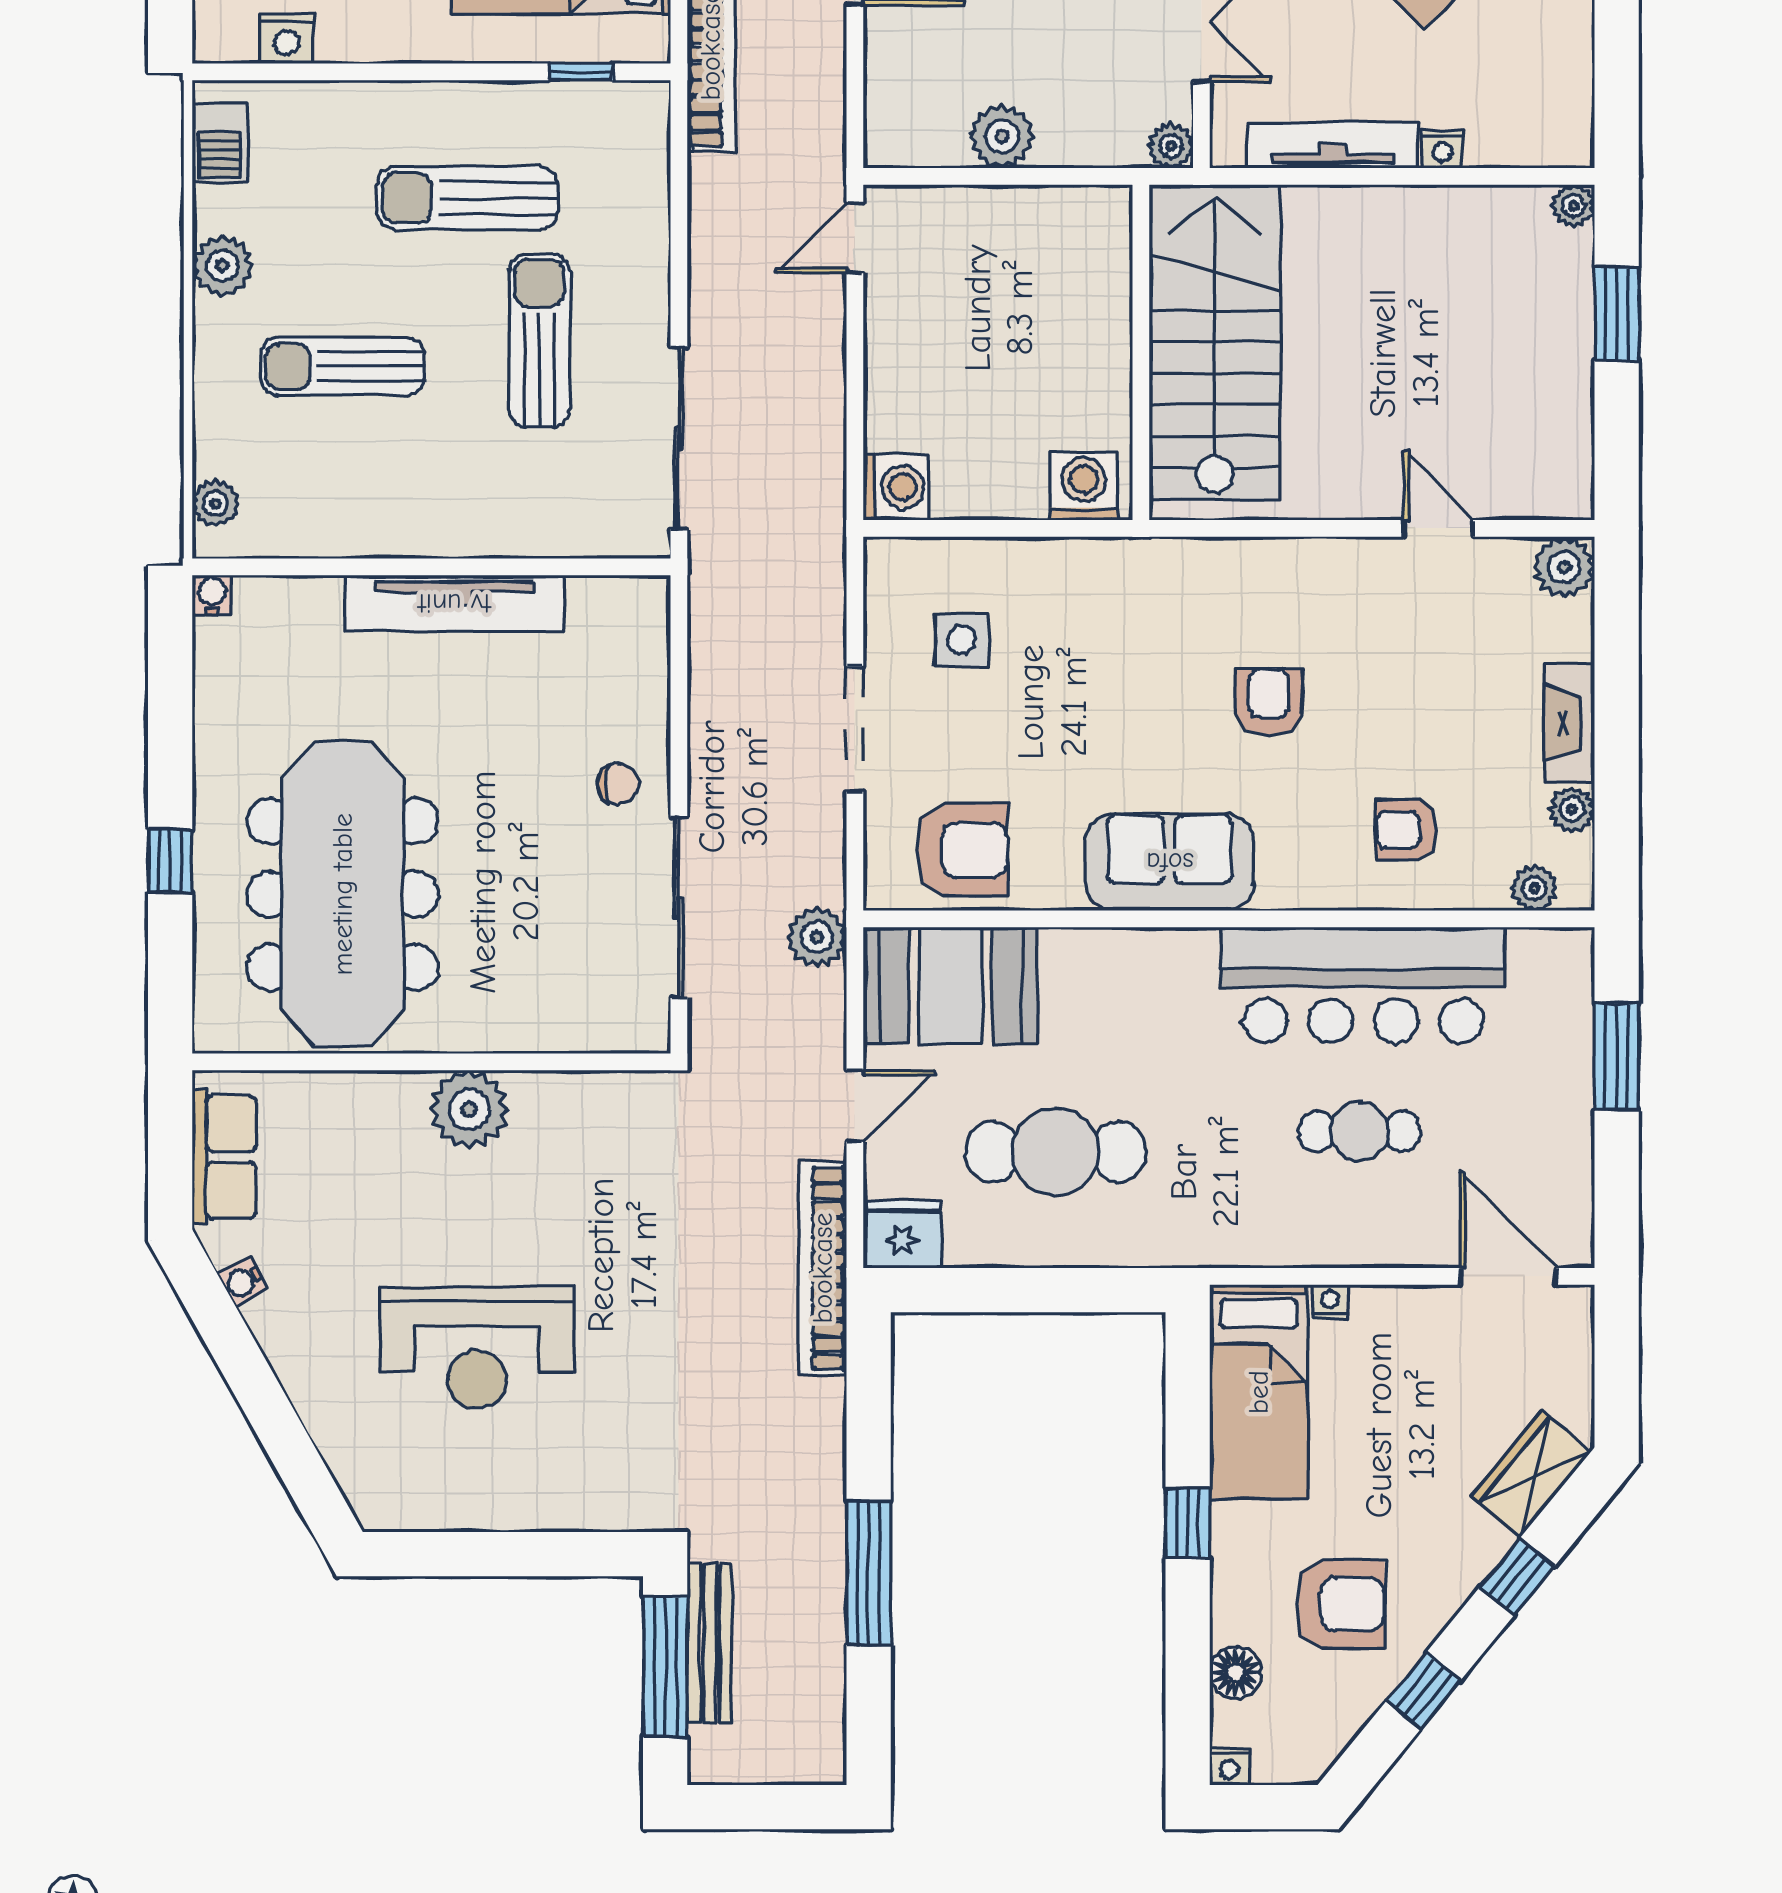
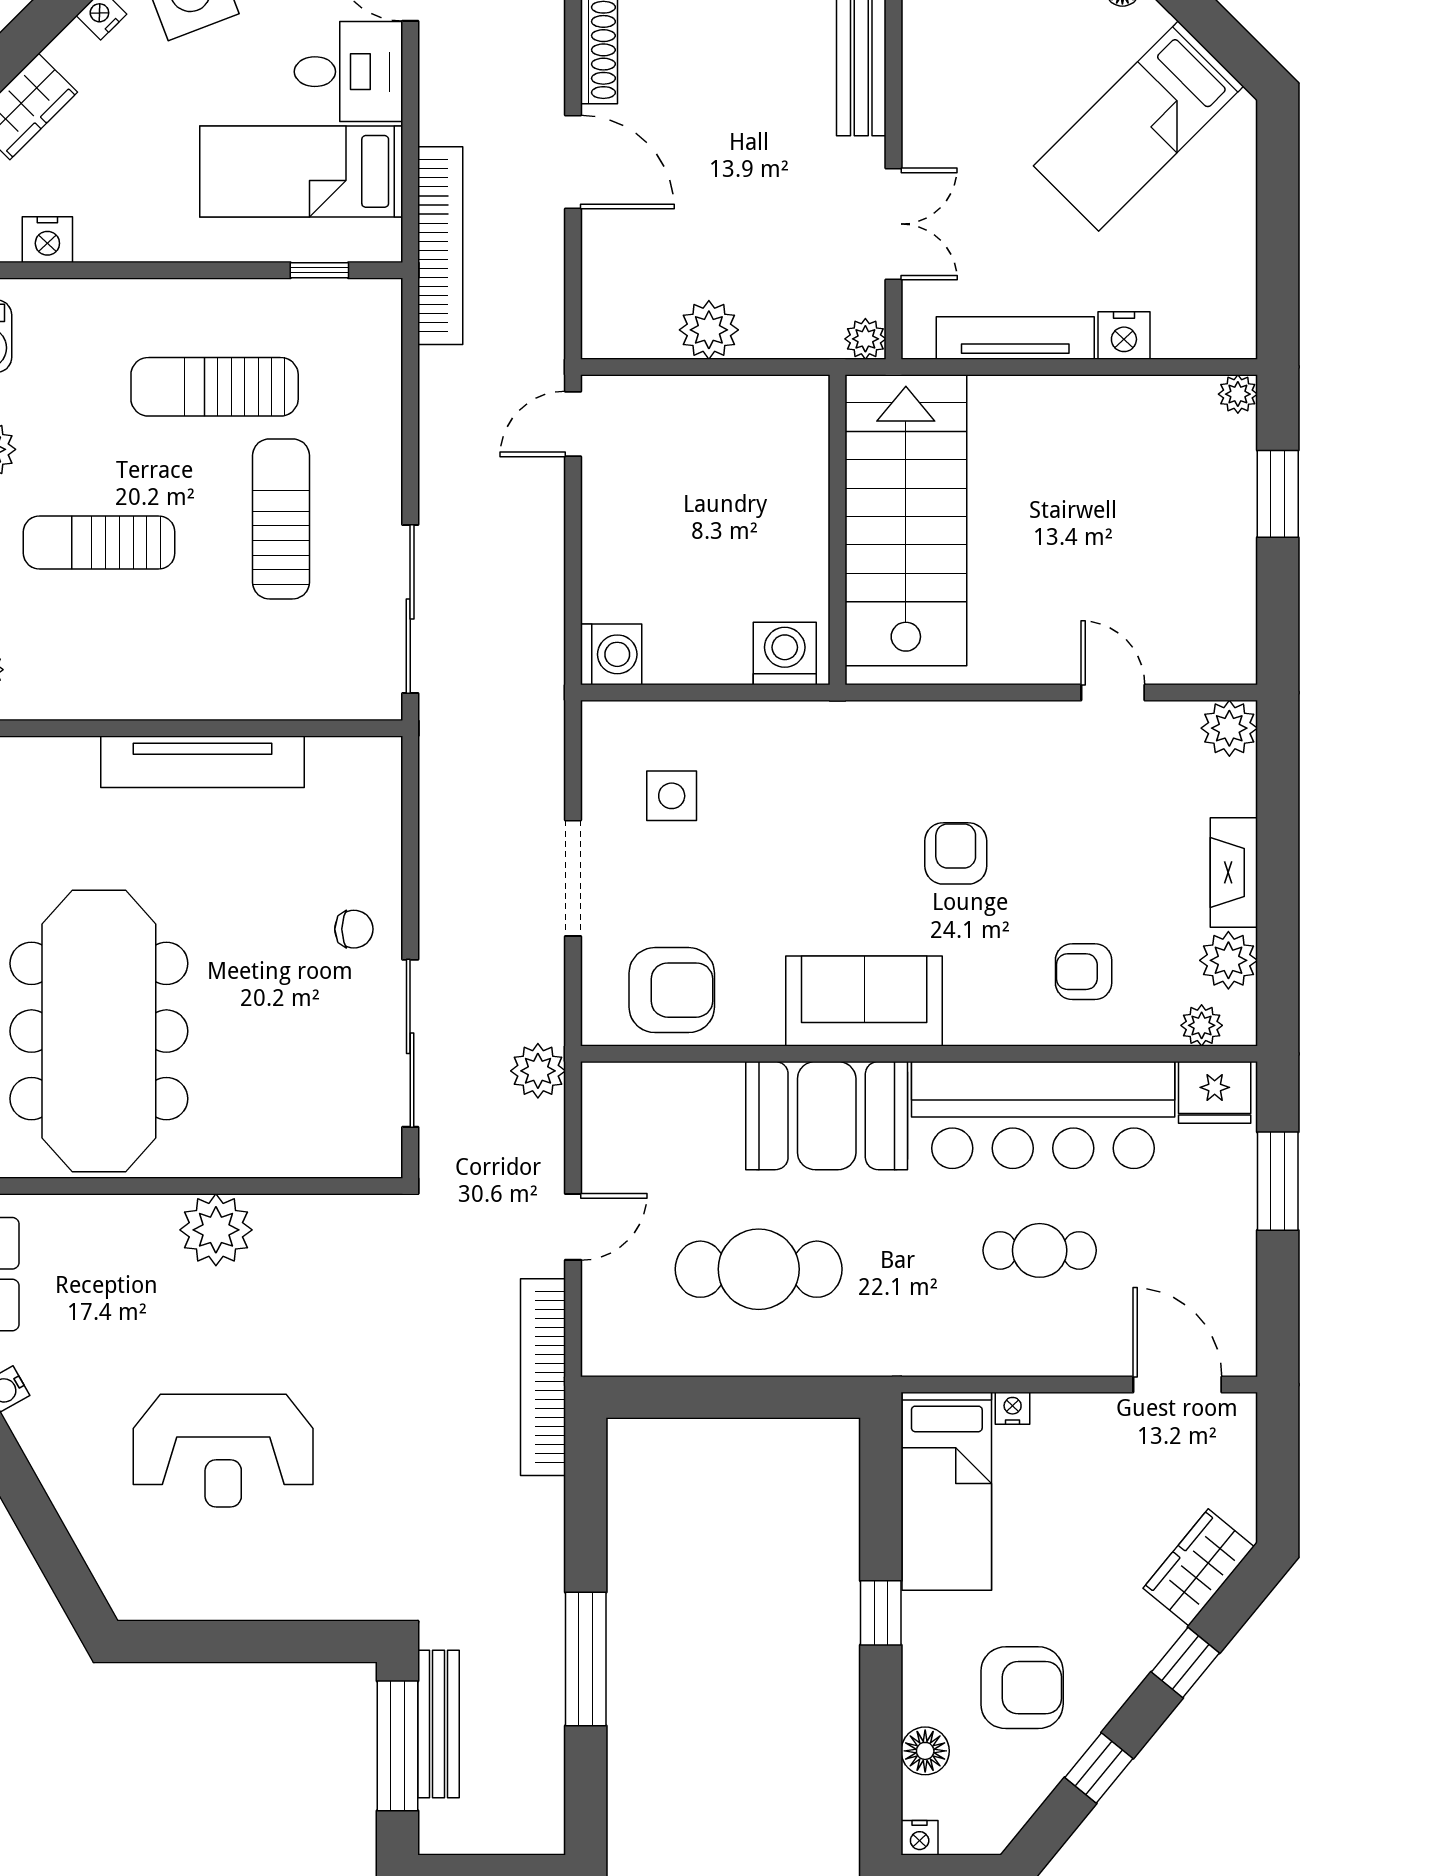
nightstand: (1443, 149) -> (1124, 335), width x1.39, depth x1.35
plant: (1572, 809) -> (1228, 960), width x1.38, depth x1.38
booth: (950, 986) -> (827, 1116), moved
fridge: (902, 1235) -> (1215, 1092), moved, turned 180

